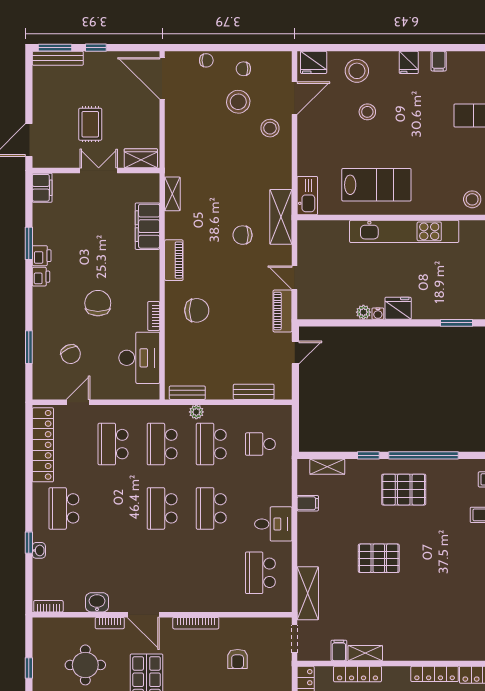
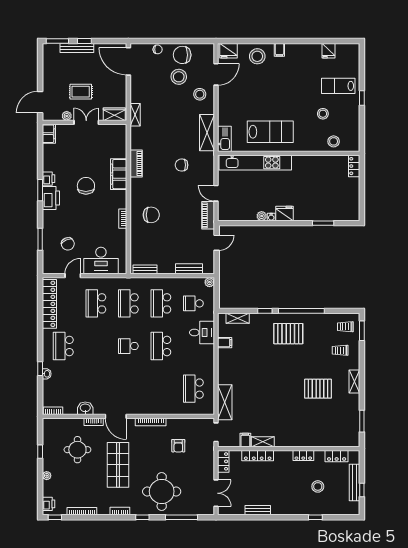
bench: (58, 58) -> (77, 48), moved
filing cabinet: (439, 61) -> (279, 50), moved
fridge: (409, 62) -> (328, 51), moved
chair: (243, 69) -> (182, 55), width x1.87, depth x1.87
stool: (367, 112) -> (323, 114), moved
rug: (90, 124) -> (81, 92), turned 90
plant: (69, 161) -> (67, 116), added
shelving: (172, 194) -> (135, 115), moved
shelving: (281, 217) -> (207, 133), moved
filing cabinet: (147, 226) -> (119, 174), moved
kitchen unit: (404, 231) -> (255, 163), moved
window: (29, 243) -> (40, 190), moved
piano: (174, 260) -> (136, 163), moved
printer: (41, 277) -> (51, 198), width x1.87, depth x1.48
chair: (98, 303) -> (86, 186), moved
desk: (139, 358) -> (101, 261), moved, turned 90
plant: (196, 412) -> (209, 282), moved
school desk: (162, 508) -> (128, 346), width x0.54
desk: (273, 524) -> (202, 333), moved
pallet: (379, 558) -> (318, 389), moved
locker: (435, 674) -> (303, 456), width x0.66

